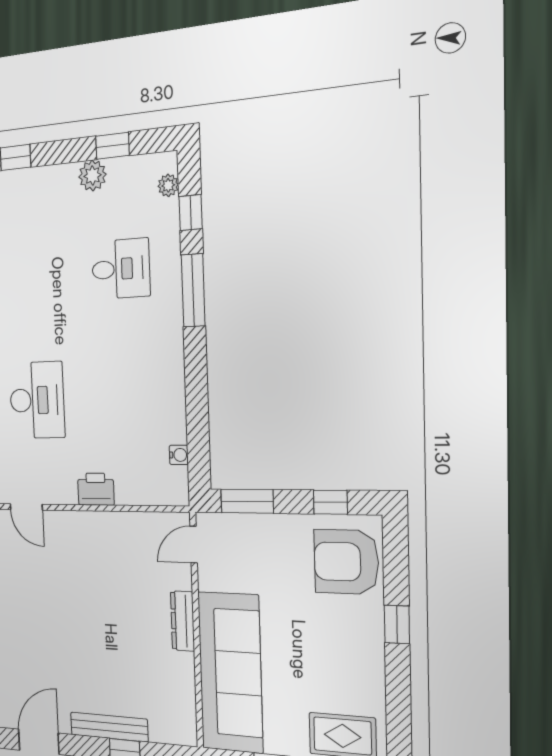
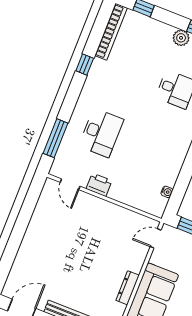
printer: (96, 489) -> (99, 185), moved
dresser: (183, 621) -> (128, 288), moved

